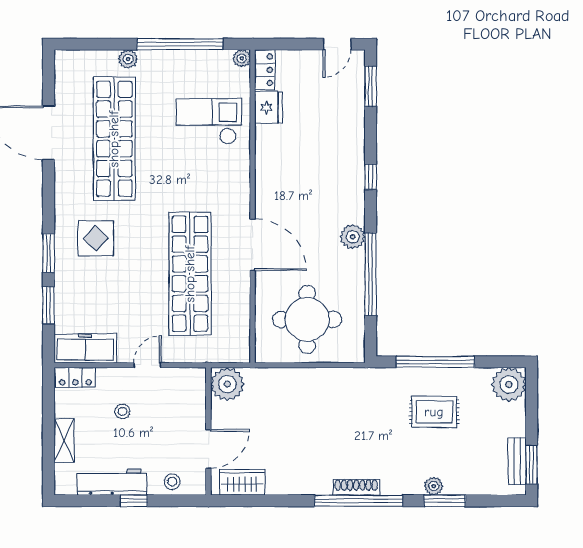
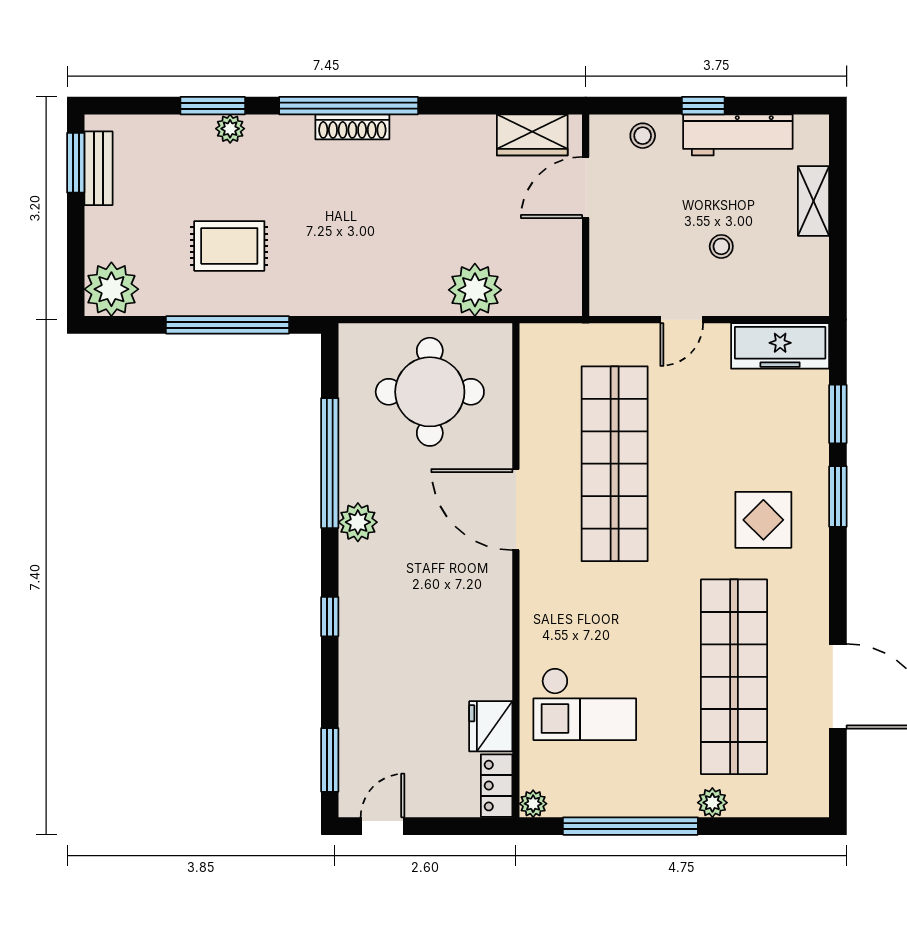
locker: (75, 377) -> (795, 300), removed
plant: (227, 384) -> (475, 290), moved

